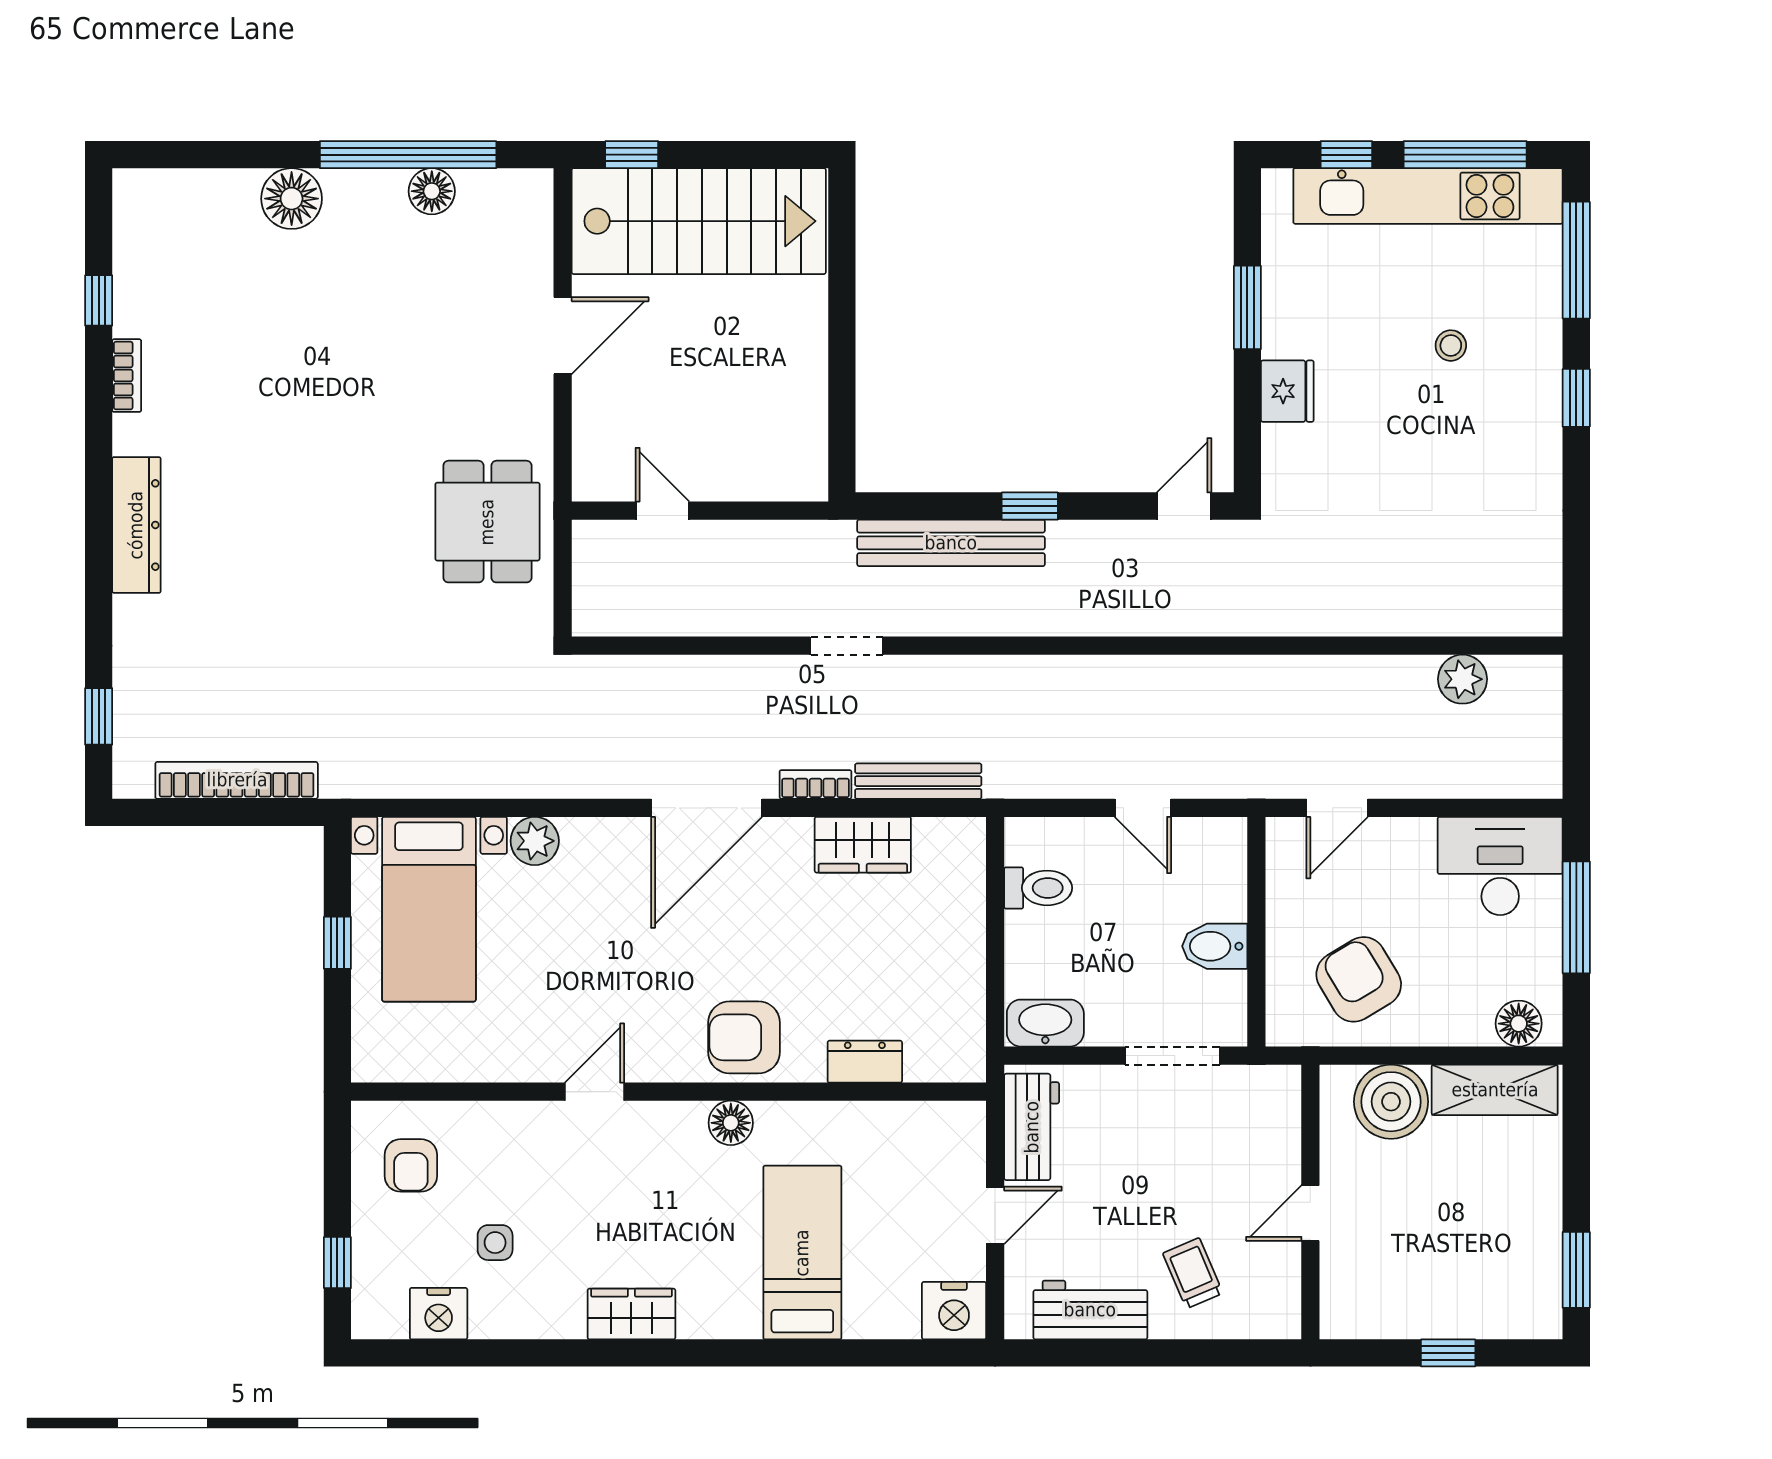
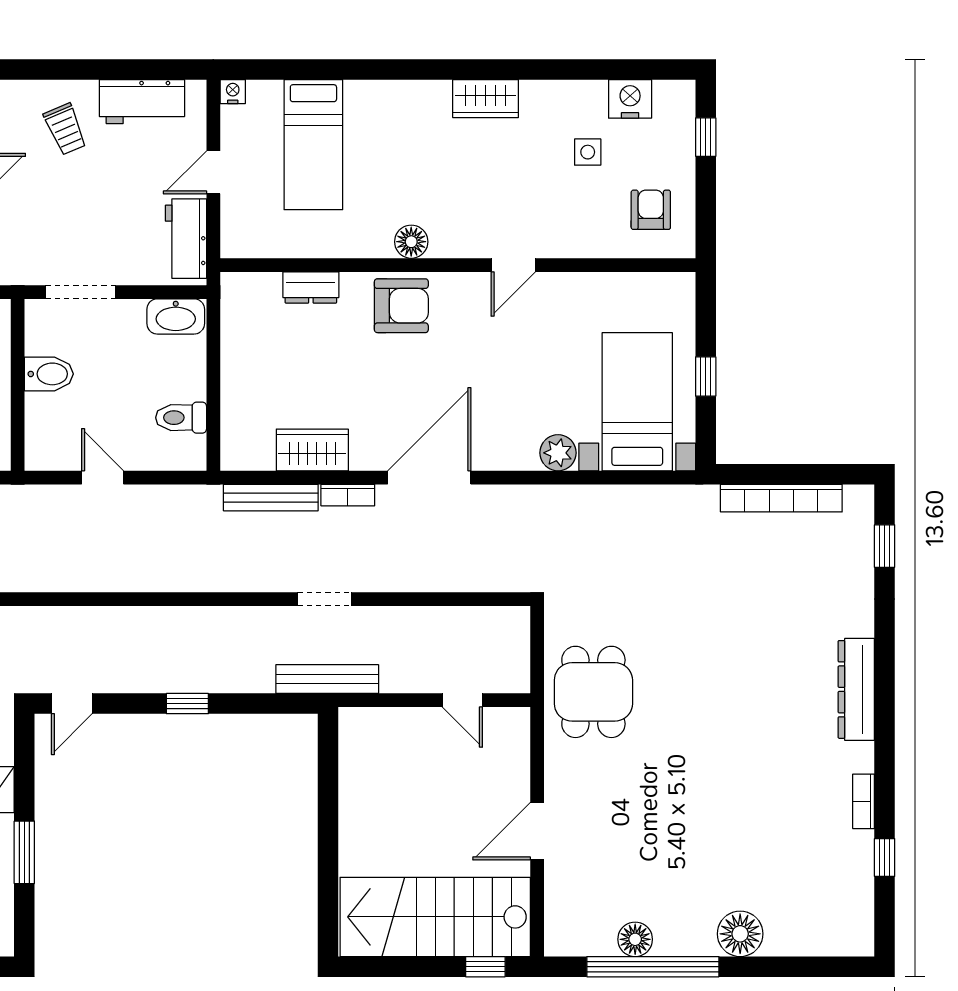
bench: (951, 543) -> (327, 679), moved, width x0.73, depth x0.82
bed: (802, 1253) -> (313, 145), moved
nightstand: (954, 1311) -> (233, 92), width x0.53, depth x0.56

